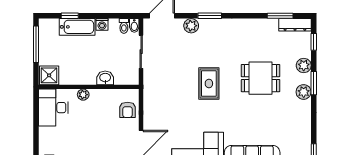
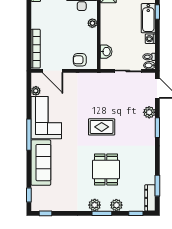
washbasin: (105, 78) -> (106, 52), moved

